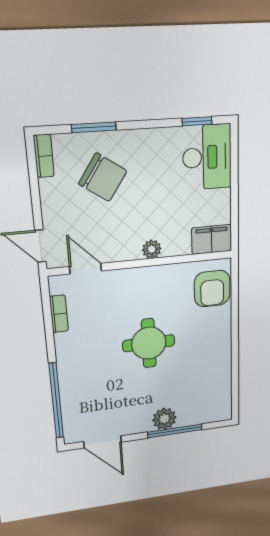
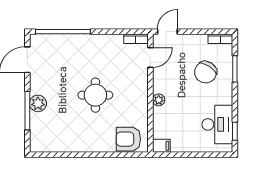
desk: (207, 157) -> (217, 124), moved, turned -90
filing cabinet: (212, 239) -> (161, 146), width x0.50
bookcase: (59, 314) -> (136, 39), moved

